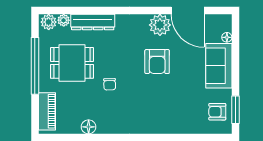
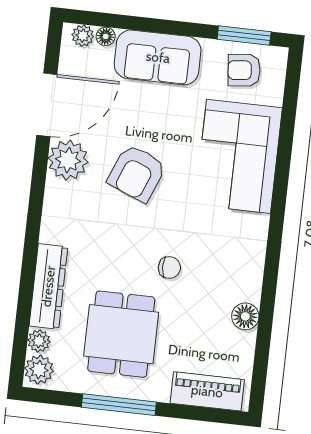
plant: (226, 25) -> (83, 36), added
armchair: (157, 62) -> (137, 173), turned 112
window: (35, 66) -> (119, 405), width x0.68
armchair: (217, 112) -> (244, 70), turned 84
corner sofa: (172, 114) -> (239, 156), added

